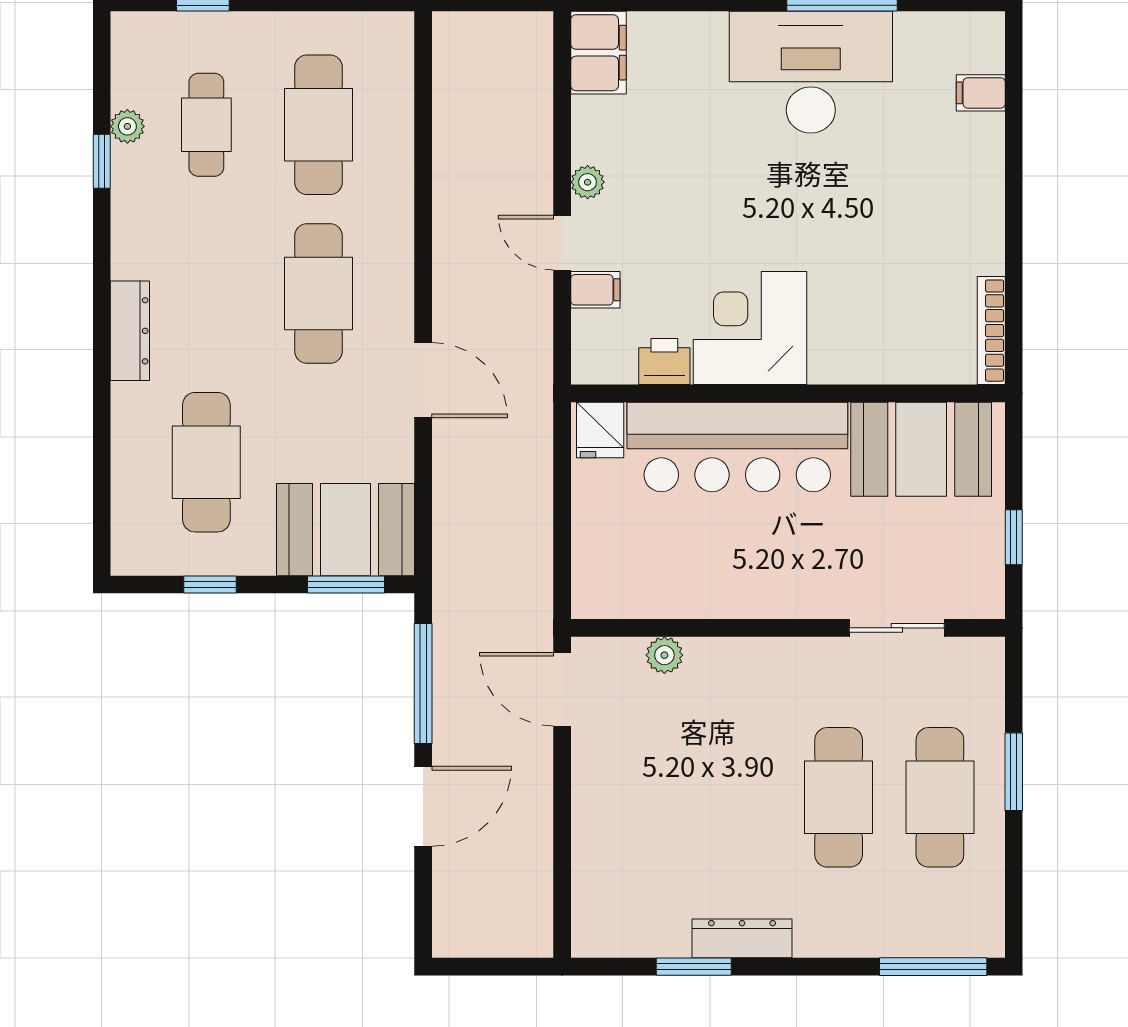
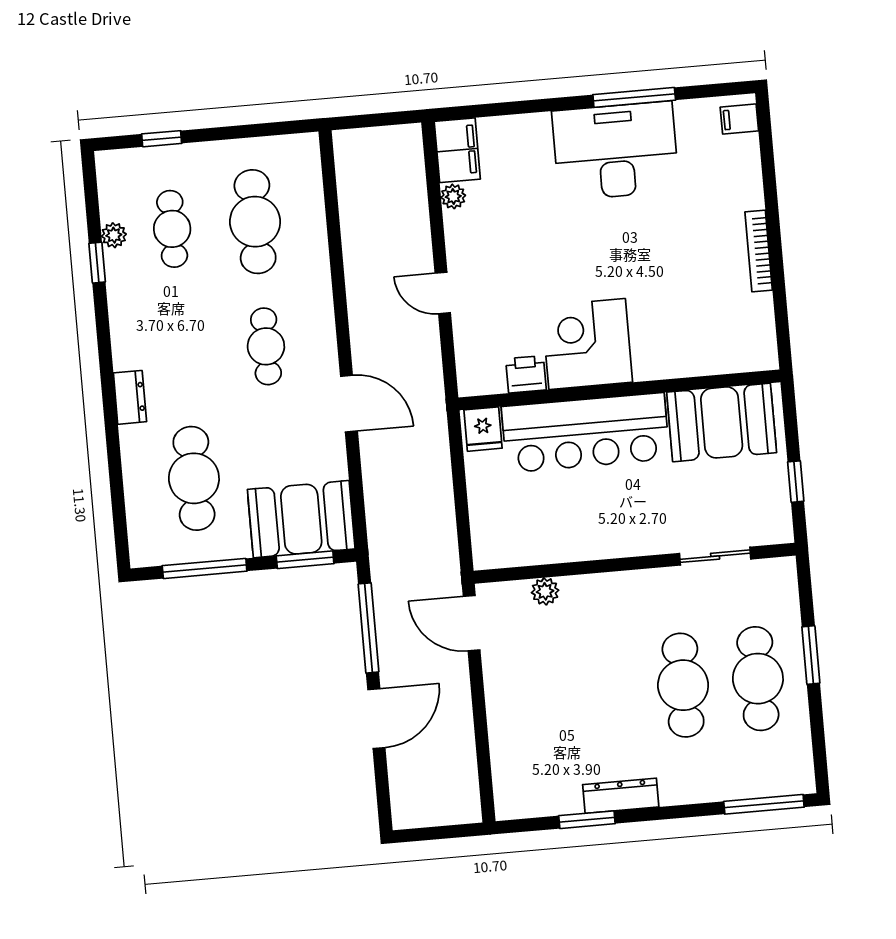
filing cabinet: (981, 93) -> (739, 119), moved
plant: (588, 182) -> (453, 196), moved
filing cabinet: (595, 290) -> (470, 326), removed
cafe table: (318, 293) -> (266, 346), width x0.73, depth x0.74
dresser: (130, 331) -> (130, 397), width x0.70
bookcase: (991, 331) -> (759, 251), moved
window: (210, 584) -> (205, 568), width x2.17

